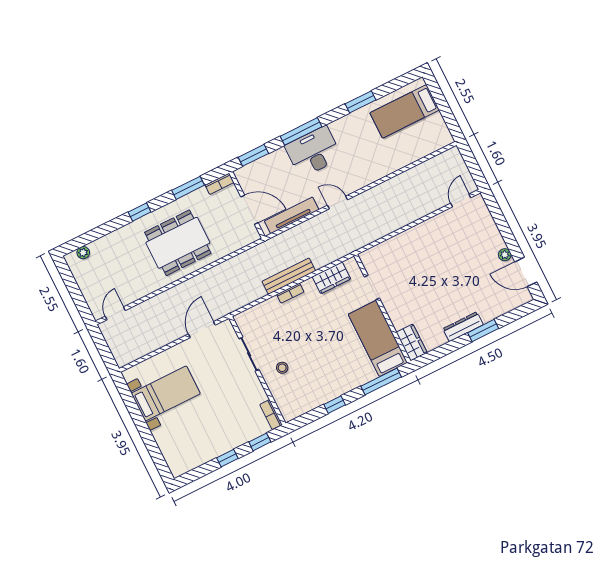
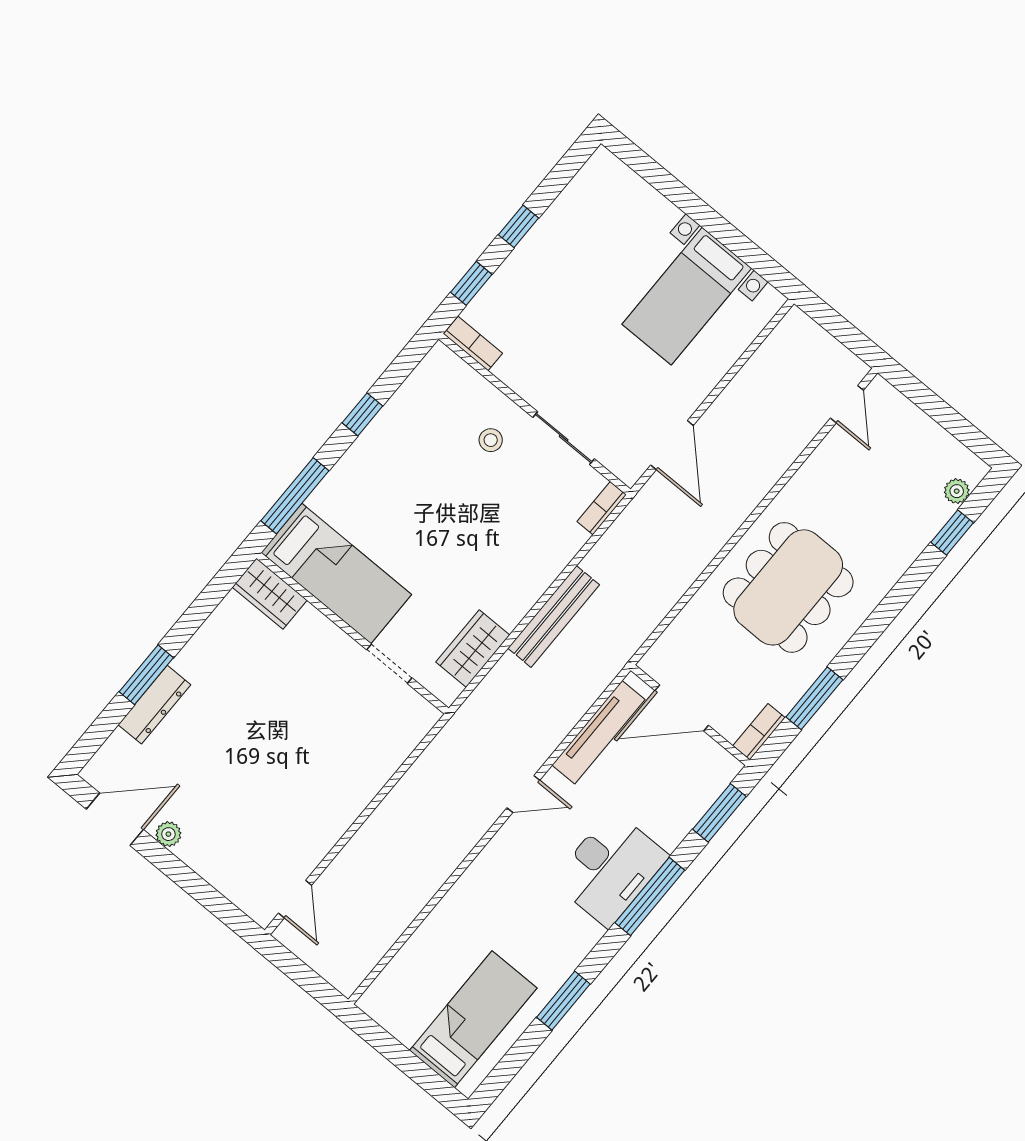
window: (140, 212) -> (952, 532), moved
bookcase: (290, 293) -> (602, 508), moved
dresser: (463, 327) -> (154, 705), moved

